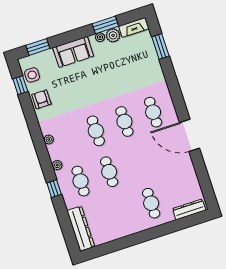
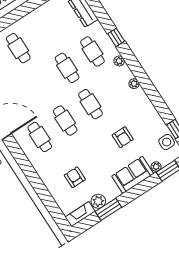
plant: (100, 37) -> (156, 167), moved
window: (160, 46) -> (49, 203), removed
armchair: (130, 64) -> (75, 177), added
armchair: (41, 99) -> (123, 137), moved

